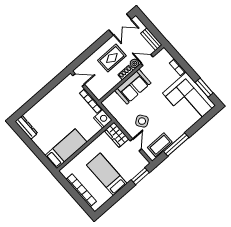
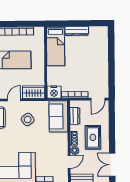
dresser: (107, 87) -> (75, 116), added
sofa: (133, 87) -> (58, 116), moved
dresser: (26, 127) -> (77, 31), moved
door: (136, 145) -> (14, 100), swing flipped

